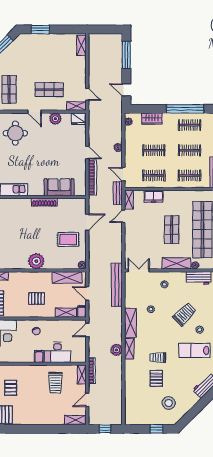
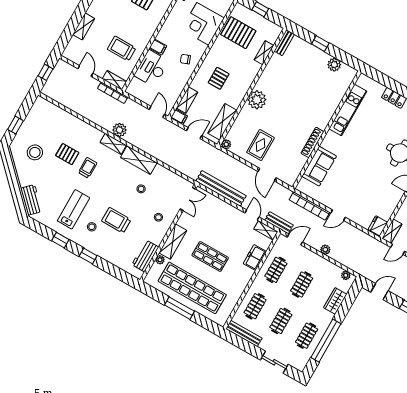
plant: (55, 119) -> (391, 202), removed
bench: (117, 285) -> (221, 188), moved
trolley: (185, 314) -> (116, 220), turned 135
shelving: (75, 420) -> (84, 26), moved

